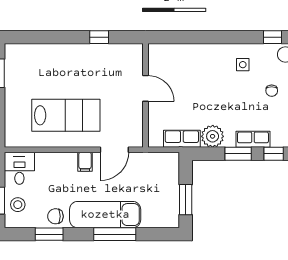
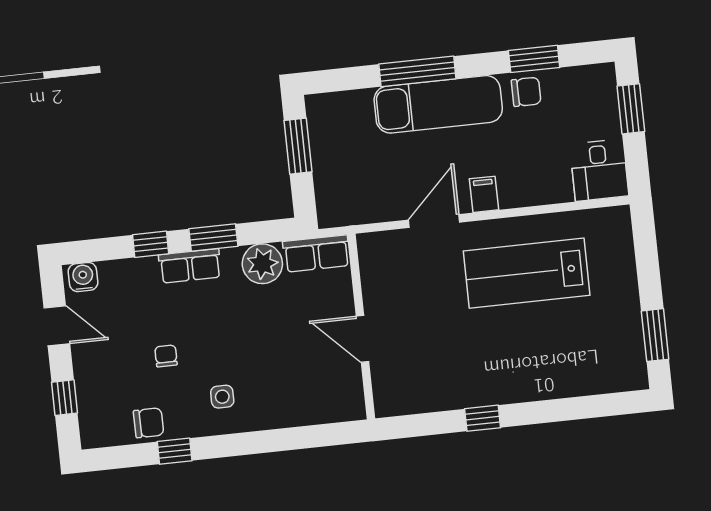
door: (146, 88) -> (362, 339), moved
wall: (146, 95) -> (361, 326), moved
stool: (18, 205) -> (595, 105), removed

